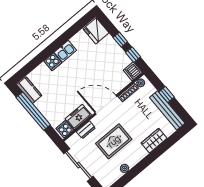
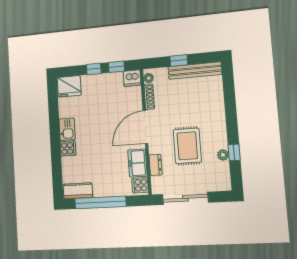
wardrobe: (154, 141) -> (216, 105), removed
window: (131, 174) -> (234, 152), added

